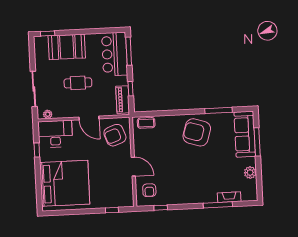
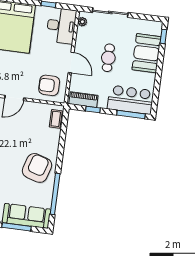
window: (219, 110) -> (55, 194), width x1.46
door: (89, 118) -> (71, 62), swing flipped
armchair: (115, 135) -> (49, 85), turned -70

